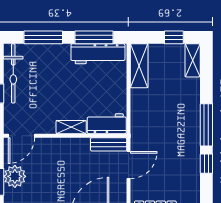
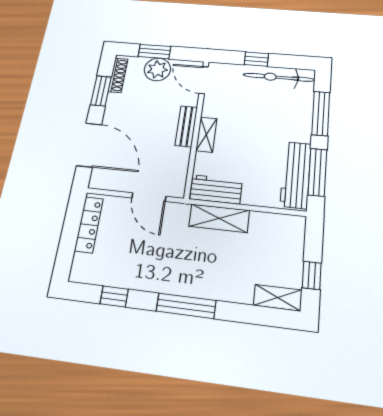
shelving: (139, 66) -> (219, 218), moved
workbench: (107, 124) -> (216, 189), moved, turned -90
bench: (109, 144) -> (186, 126), moved
window: (206, 164) -> (114, 296), moved

